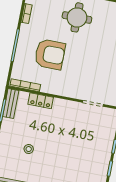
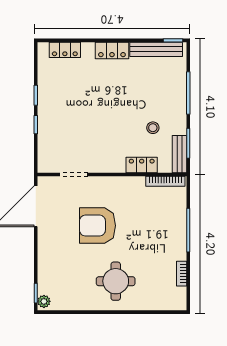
armchair: (50, 54) -> (97, 226), moved
stool: (29, 149) -> (153, 128), moved

